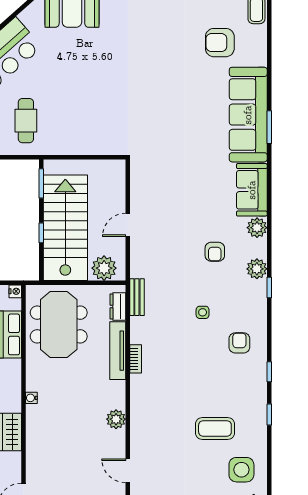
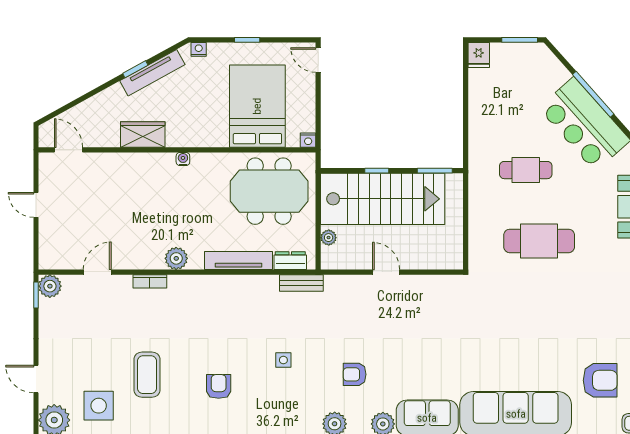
armchair: (220, 43) -> (600, 380), turned 90
cafe table: (101, 95) -> (539, 241), added
cafe table: (26, 121) -> (526, 170), moved
plant: (104, 268) -> (329, 238), width x0.53, depth x0.53
armchair: (239, 343) -> (219, 386), moved, turned -90
bookcase: (136, 359) -> (150, 281), moved
plant: (116, 419) -> (176, 258), moved

